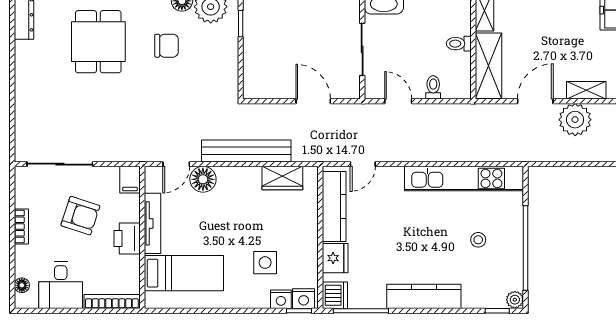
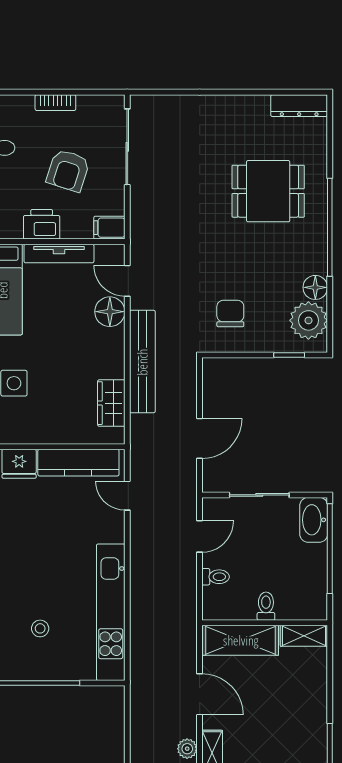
chair: (167, 46) -> (230, 314), moved, turned 180
plant: (575, 120) -> (187, 749), width x0.53, depth x0.53

